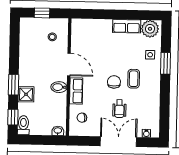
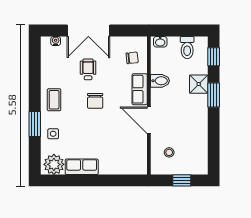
coffee table: (134, 79) -> (54, 100), moved
bidet: (59, 87) -> (160, 81), moved
toilet: (23, 125) -> (187, 48), moved

